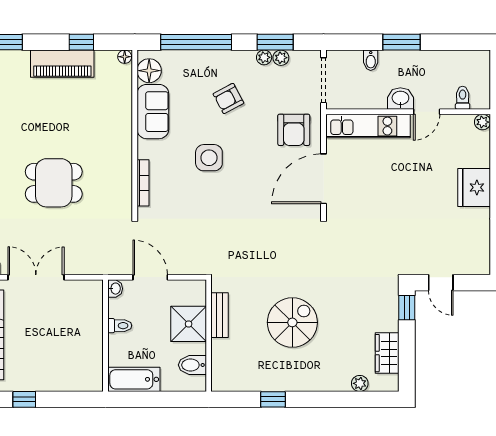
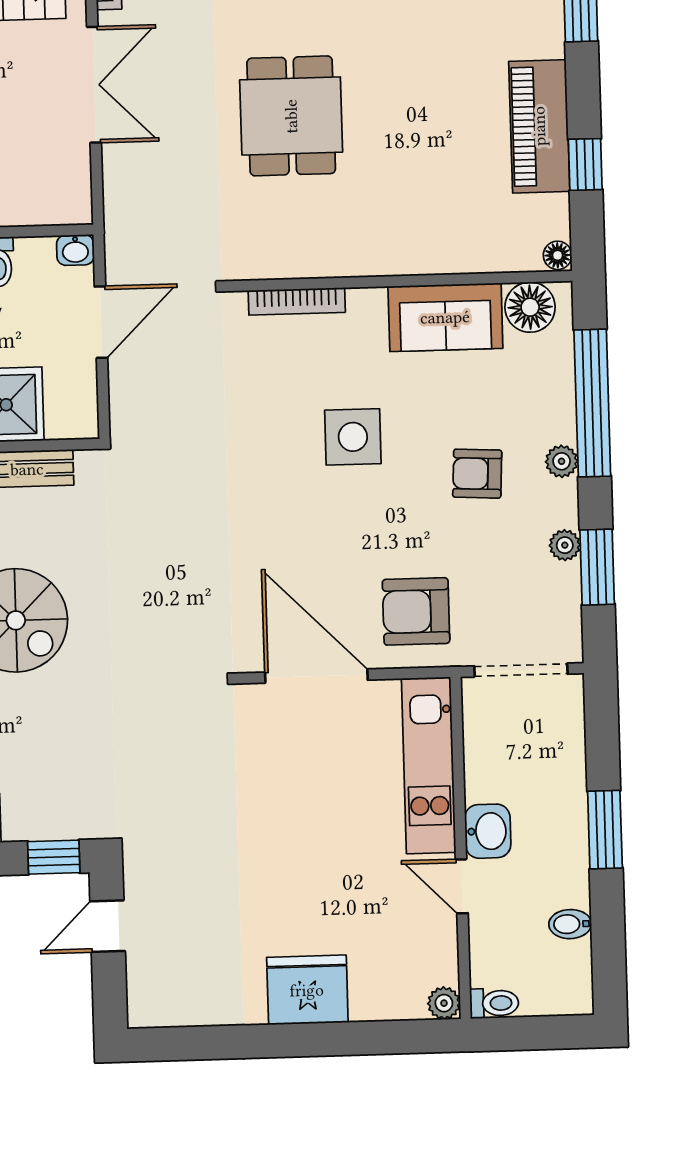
plant: (281, 58) -> (562, 461), moved
bidet: (371, 60) -> (570, 924), moved
armchair: (228, 98) -> (477, 474), turned -59
toilet: (463, 98) -> (494, 1003), moved

